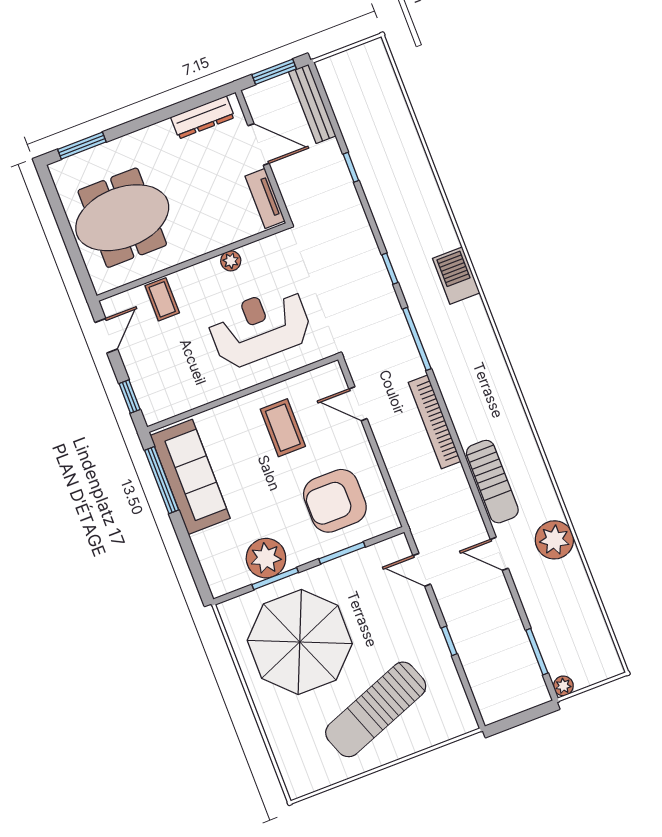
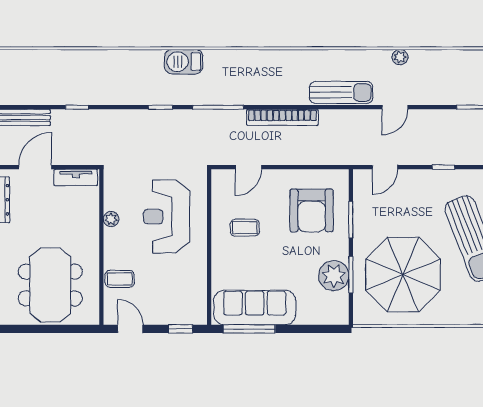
coffee table: (283, 428) -> (245, 228), width x0.73, depth x0.77
plant: (554, 540) -> (400, 57), width x0.53, depth x0.53

